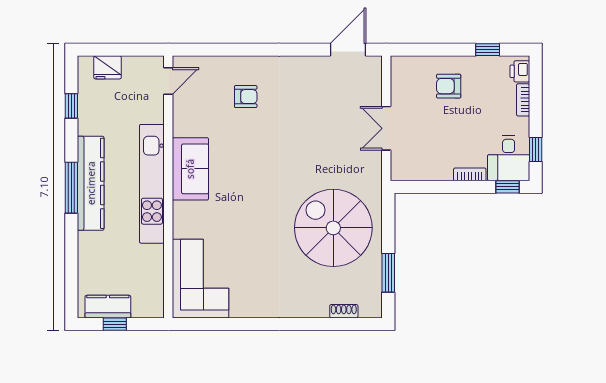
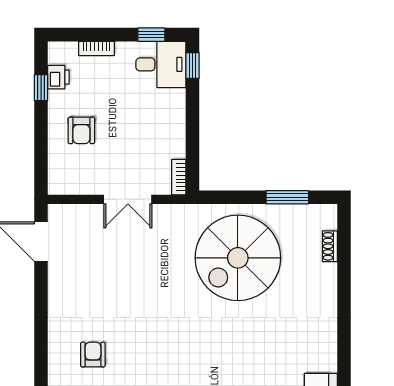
printer: (520, 71) -> (58, 77), moved, turned -90
bookcase: (470, 174) -> (179, 177), moved

